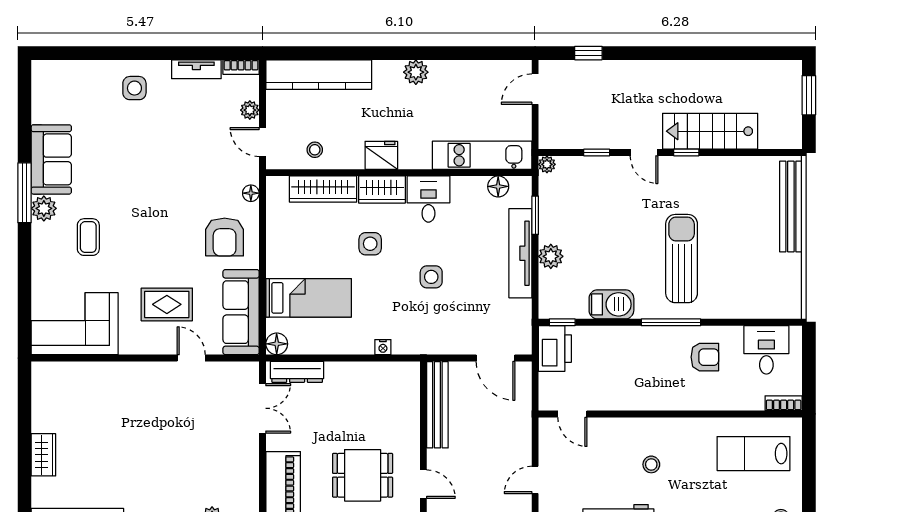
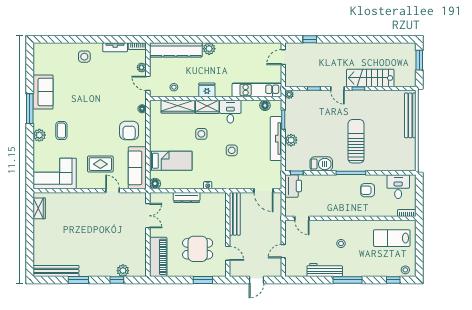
plant: (416, 72) -> (209, 49), moved
plant: (44, 208) -> (39, 135), moved
armchair: (705, 357) -> (368, 190), turned 180
dresser: (297, 372) -> (187, 198), moved
wardrobe: (43, 455) -> (39, 208), moved

